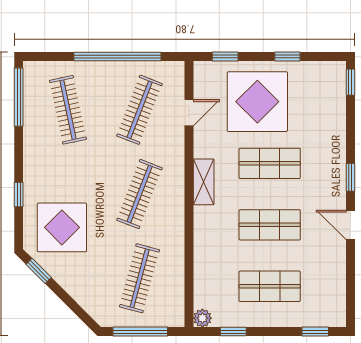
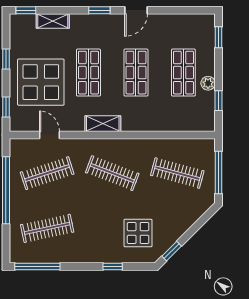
clothes rail: (140, 110) -> (47, 173), turned -39
shelving: (336, 117) -> (53, 21), added
display table: (62, 227) -> (138, 233), width x0.73, depth x0.73
plant: (202, 318) -> (208, 83), moved

